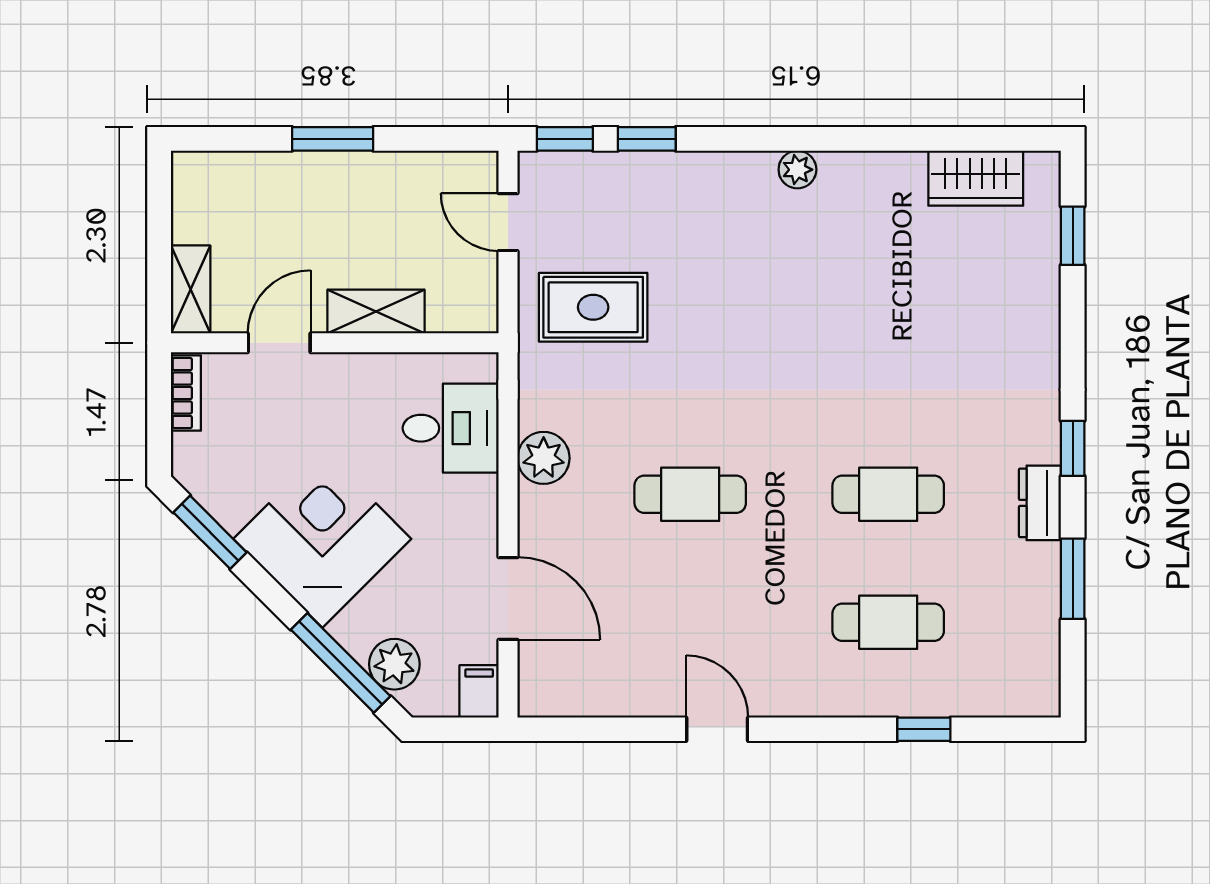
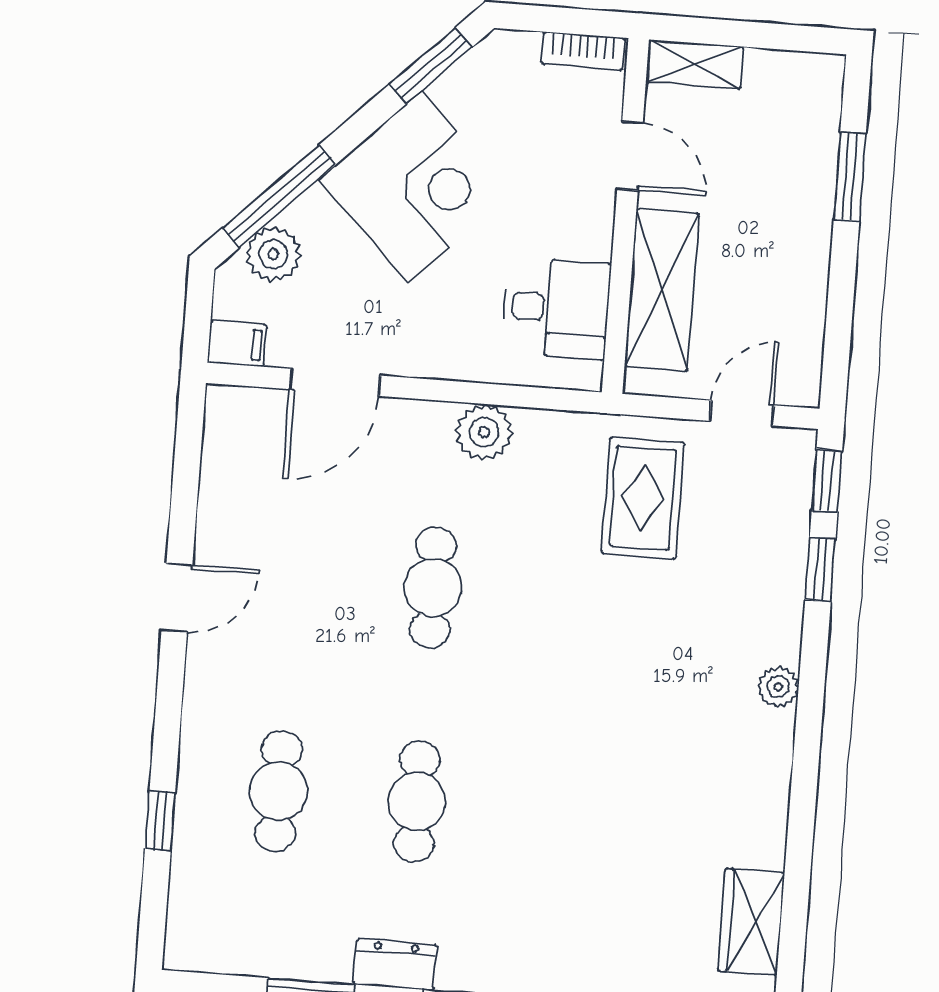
window: (333, 139) -> (850, 177), moved
plant: (797, 170) -> (778, 687), moved
shelving: (376, 311) -> (662, 290), width x1.50, depth x1.33
desk: (451, 428) -> (556, 308), moved, turned -90

